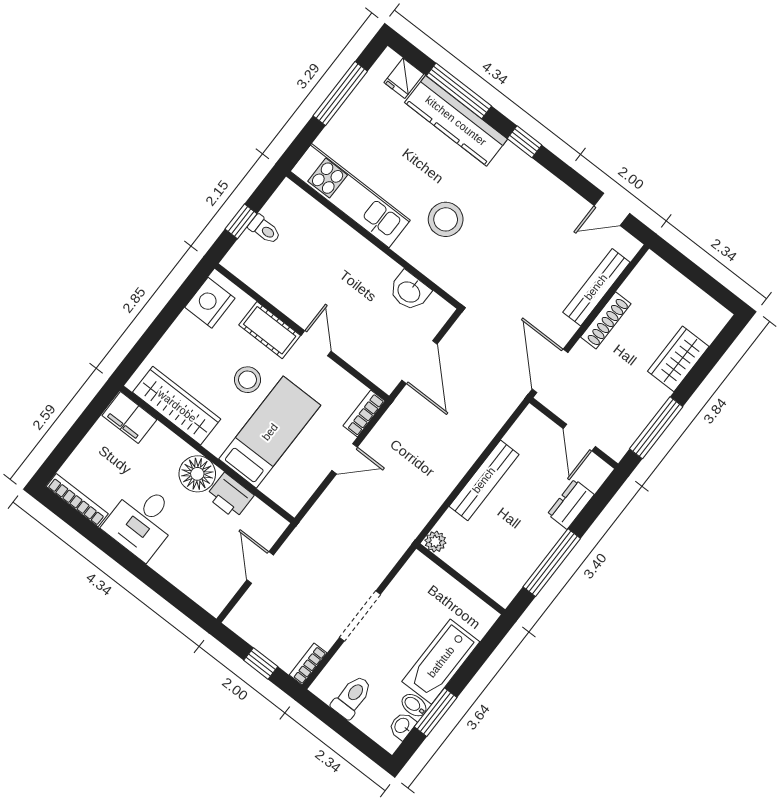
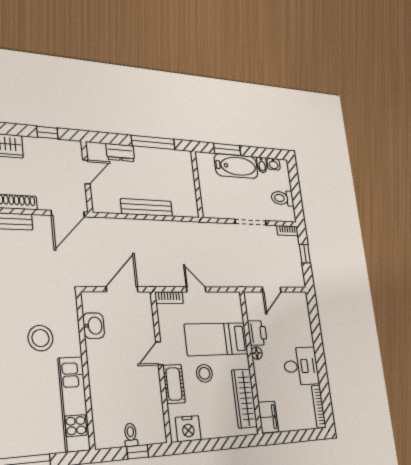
window: (656, 428) -> (47, 133), width x0.46
floor lamp: (197, 474) -> (257, 353), width x0.53, depth x0.53
plant: (435, 542) -> (192, 211), removed
window: (436, 712) -> (227, 149), moved

